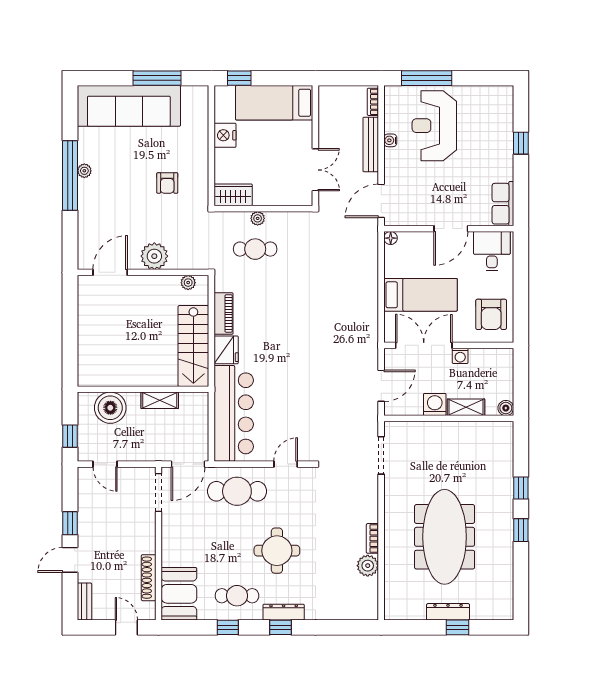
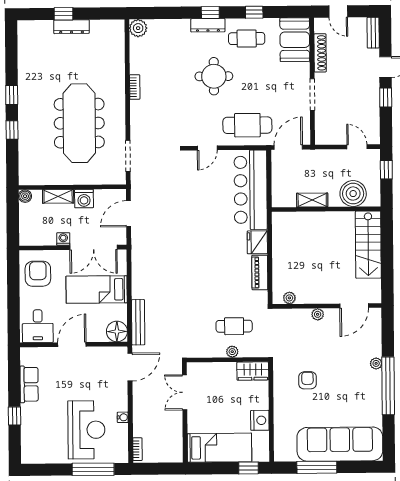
bench: (371, 145) -> (138, 322), moved
plant: (84, 171) -> (376, 363), moved
row of seats: (503, 204) -> (29, 384), moved
floor lamp: (391, 238) -> (117, 331), width x1.89, depth x1.89
plant: (154, 256) -> (318, 314), width x0.53, depth x0.53
stairs: (193, 346) -> (368, 245), moved, turned 180
doorway: (159, 492) -> (312, 95), moved
meeting table: (445, 537) -> (79, 123), moved
plant: (368, 566) -> (138, 28), moved

